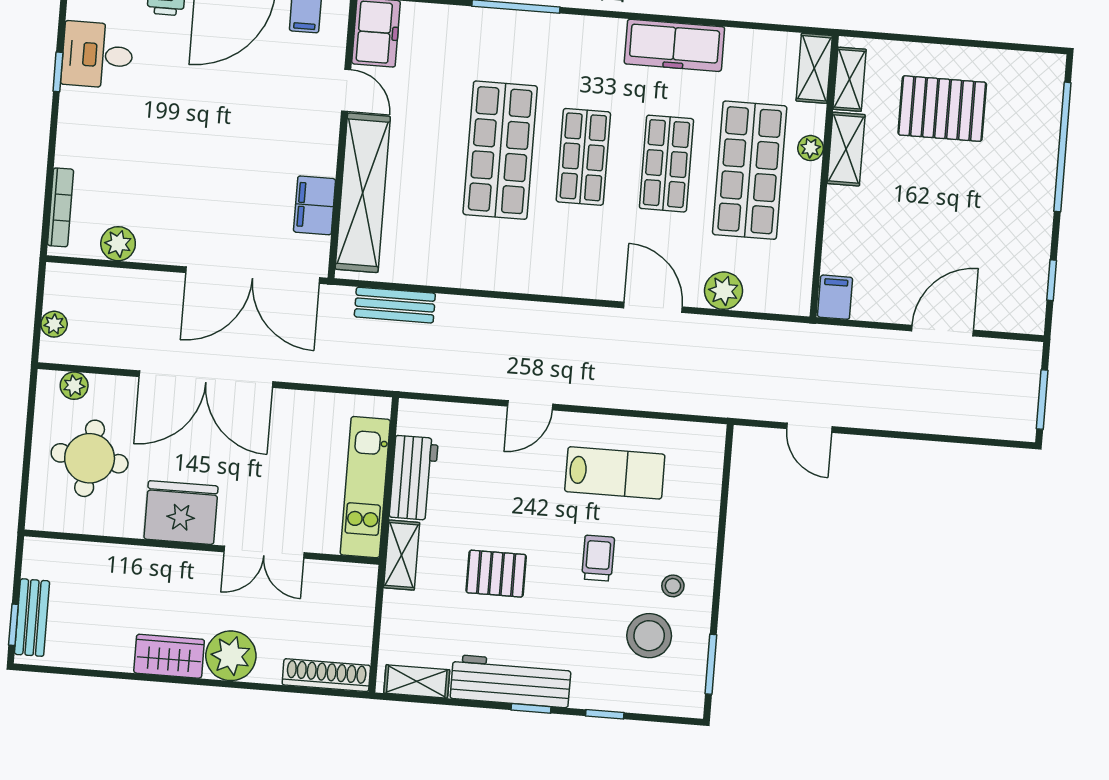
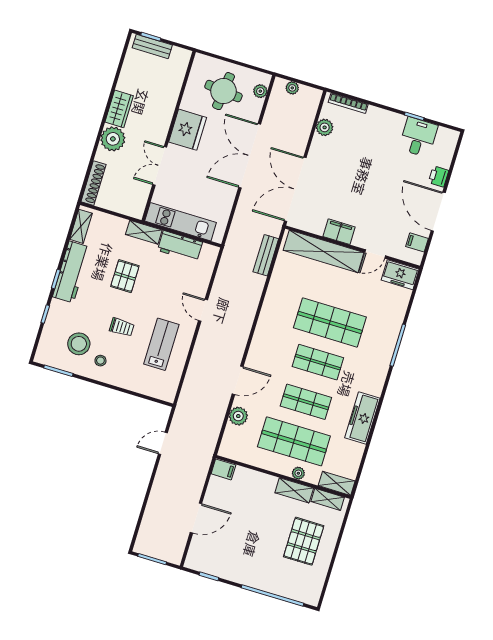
filing cabinet: (315, 205) -> (339, 232), moved
door: (943, 331) -> (196, 518), hinge flipped
lab bench: (615, 473) -> (161, 344), turned 180

